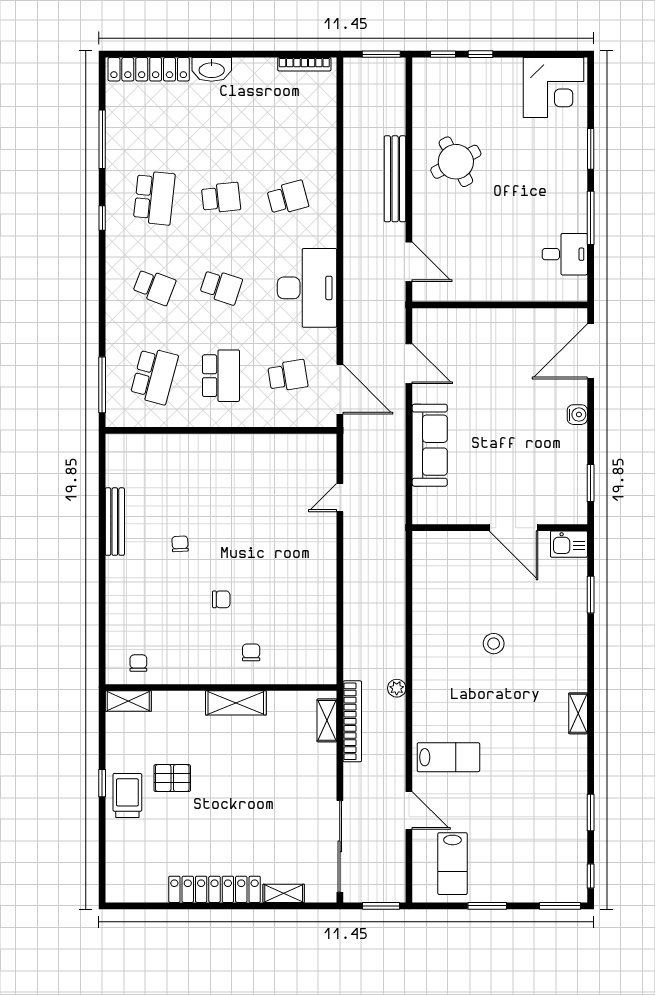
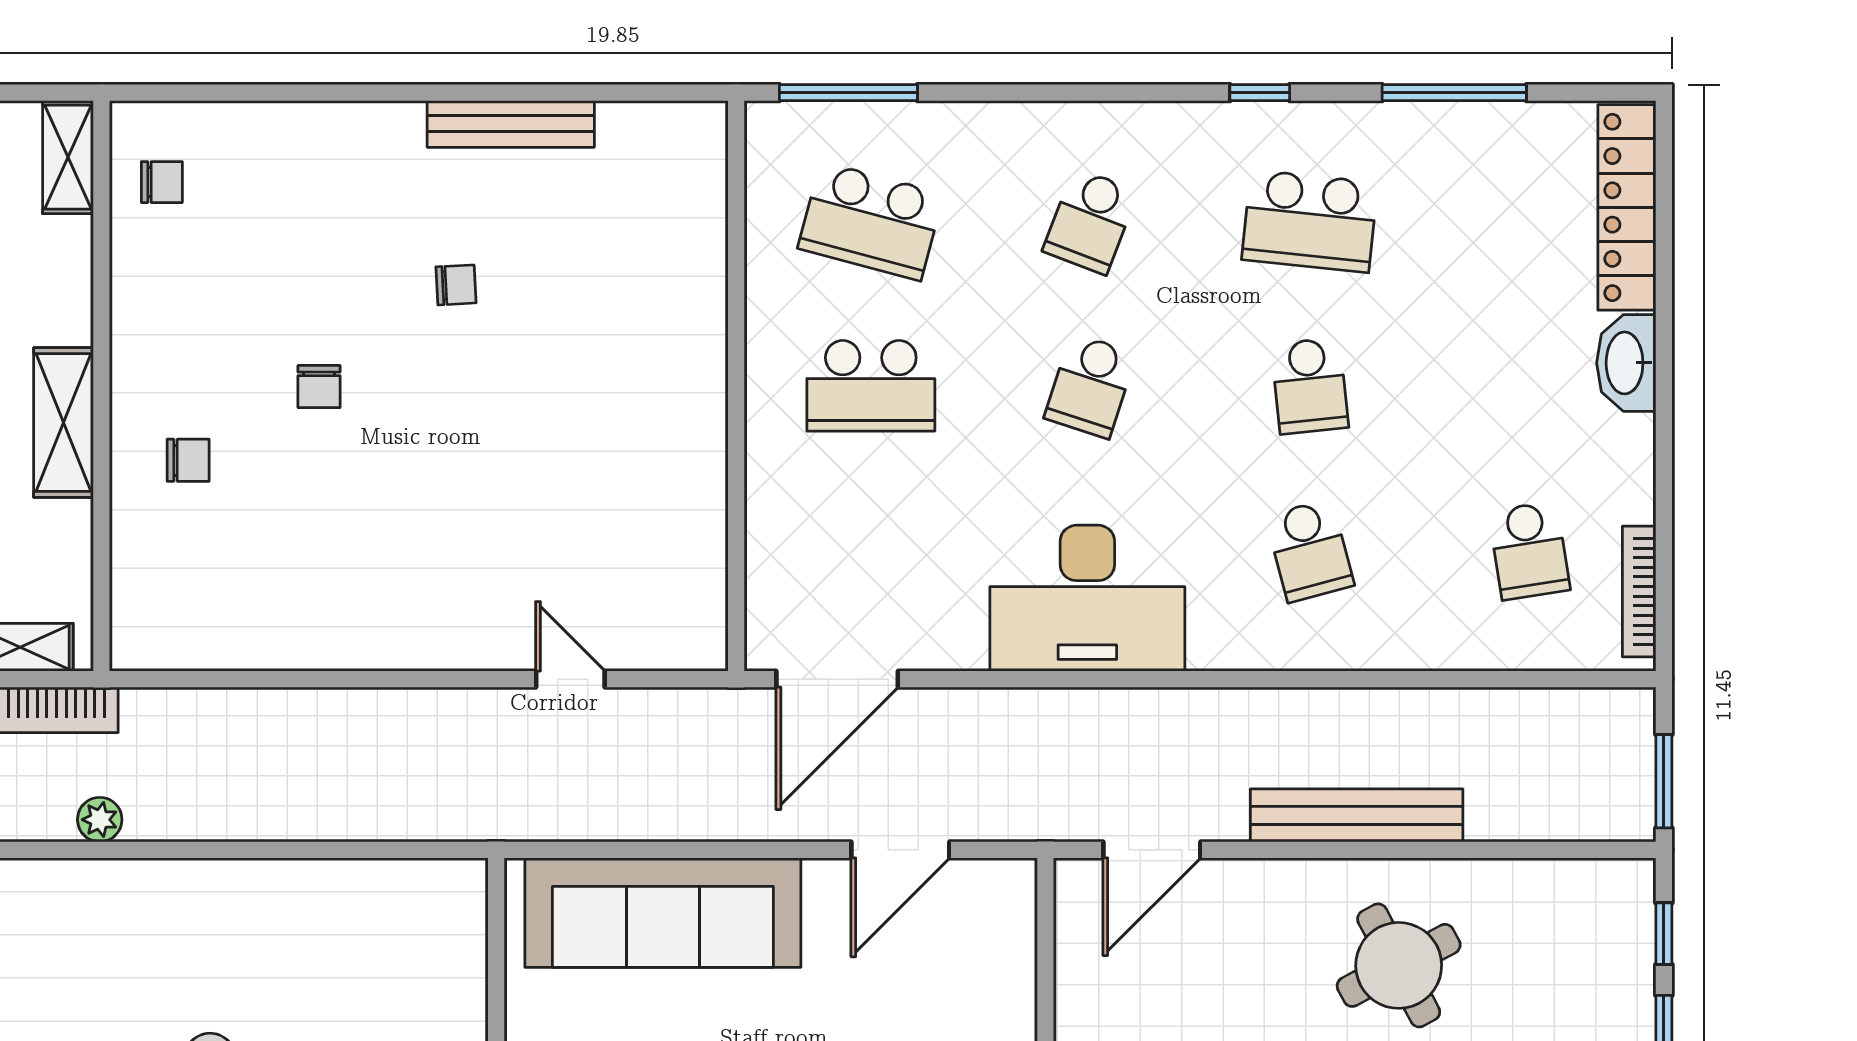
school desk: (288, 376) -> (1529, 551), moved
sofa: (430, 445) -> (663, 913), width x1.36, depth x1.27

